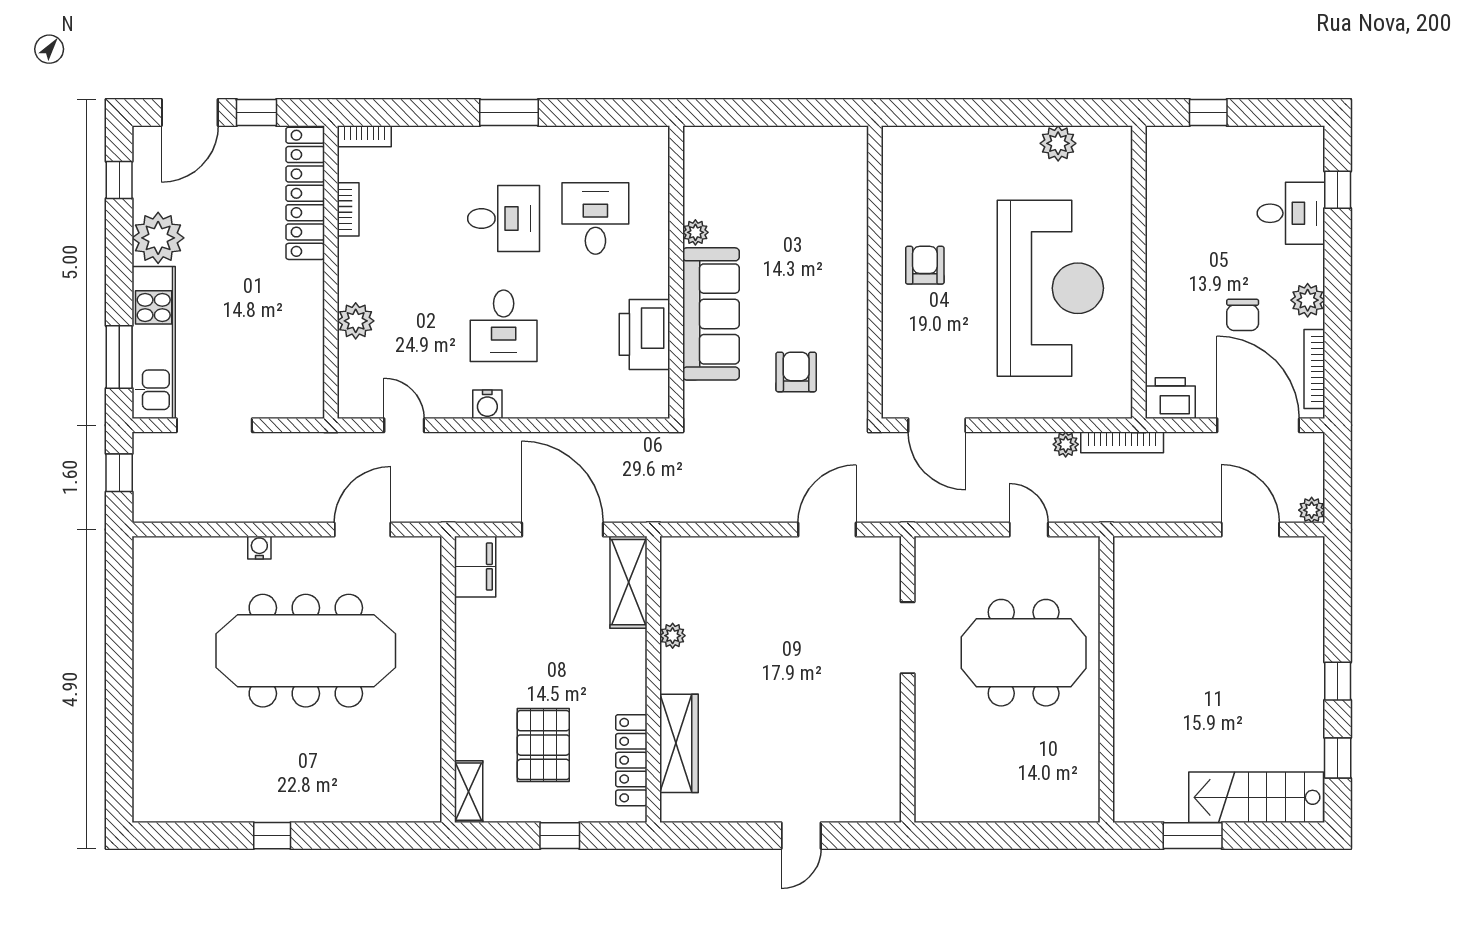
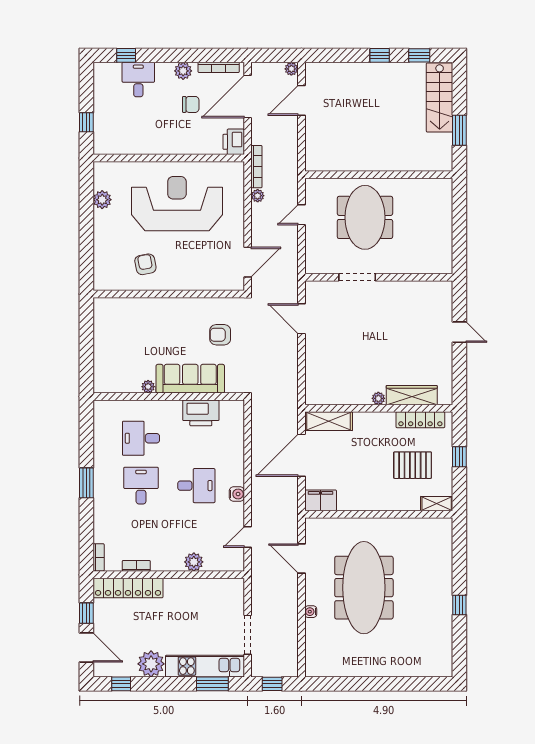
armchair: (925, 265) -> (145, 264), moved, turned 79
plant: (673, 636) -> (378, 398), moved

